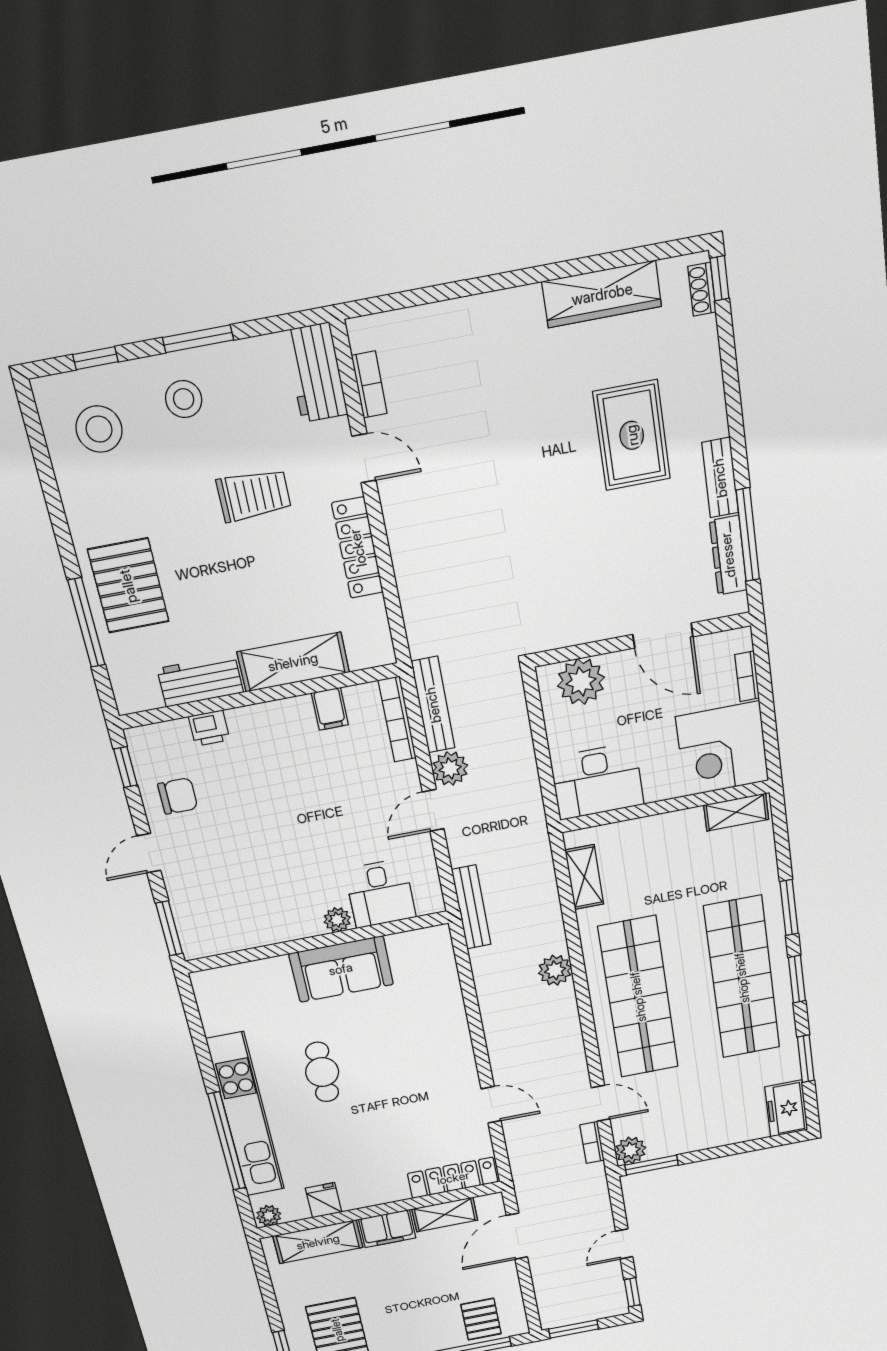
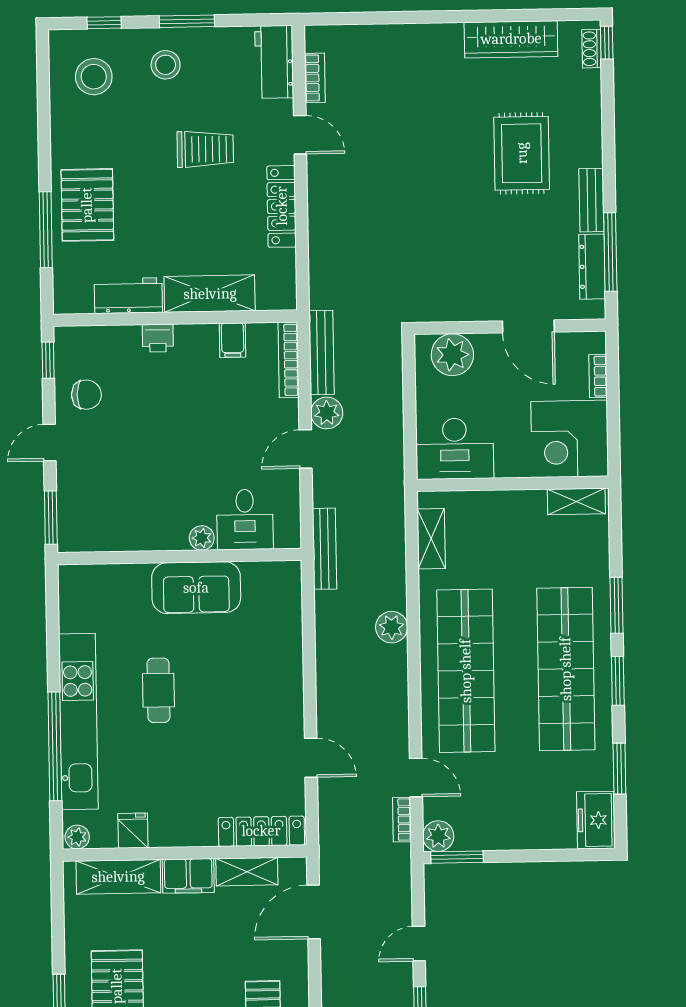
printer: (209, 728) -> (158, 338), moved

